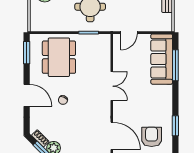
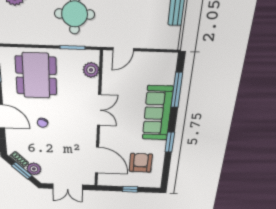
plant: (104, 51) -> (91, 70), added
sofa: (162, 59) -> (158, 113), moved
window: (175, 126) -> (170, 142), moved

